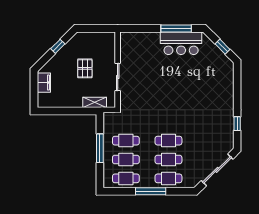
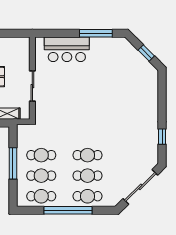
bar counter: (181, 43) -> (67, 49), moved
window: (151, 191) -> (68, 210), width x1.46

